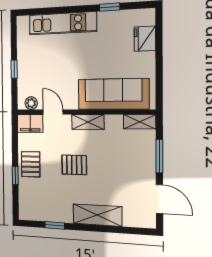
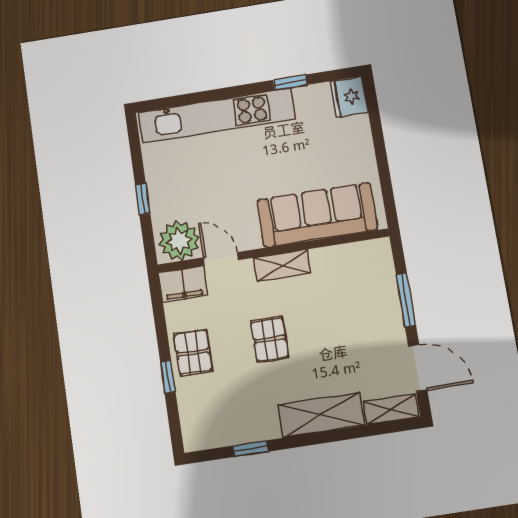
kitchen unit: (63, 23) -> (217, 115), width x1.36
fridge: (145, 39) -> (349, 97), moved
plant: (31, 103) -> (179, 241), width x1.88, depth x1.88
shelving: (140, 122) -> (391, 409), moved
pallet: (74, 165) -> (270, 339), turned 90

